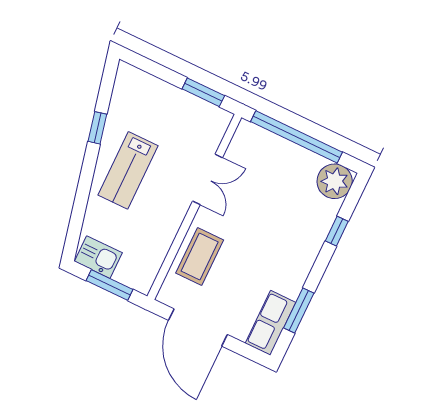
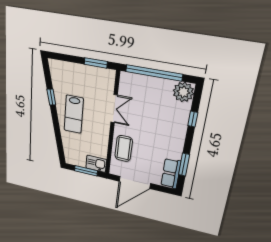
kitchen sink: (98, 257) -> (96, 164), moved
door: (198, 327) -> (135, 182), hinge flipped

